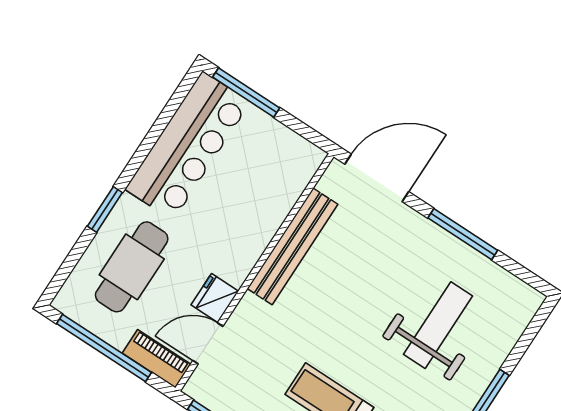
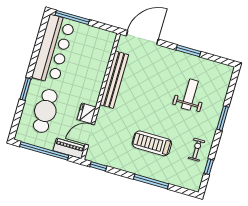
window: (463, 234) -> (188, 51), width x0.69
weight bench: (438, 325) -> (190, 95), width x0.73, depth x0.75

